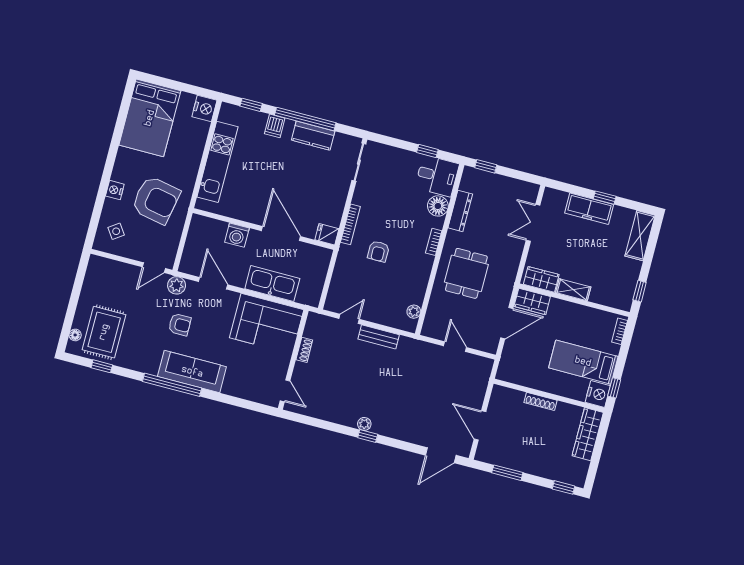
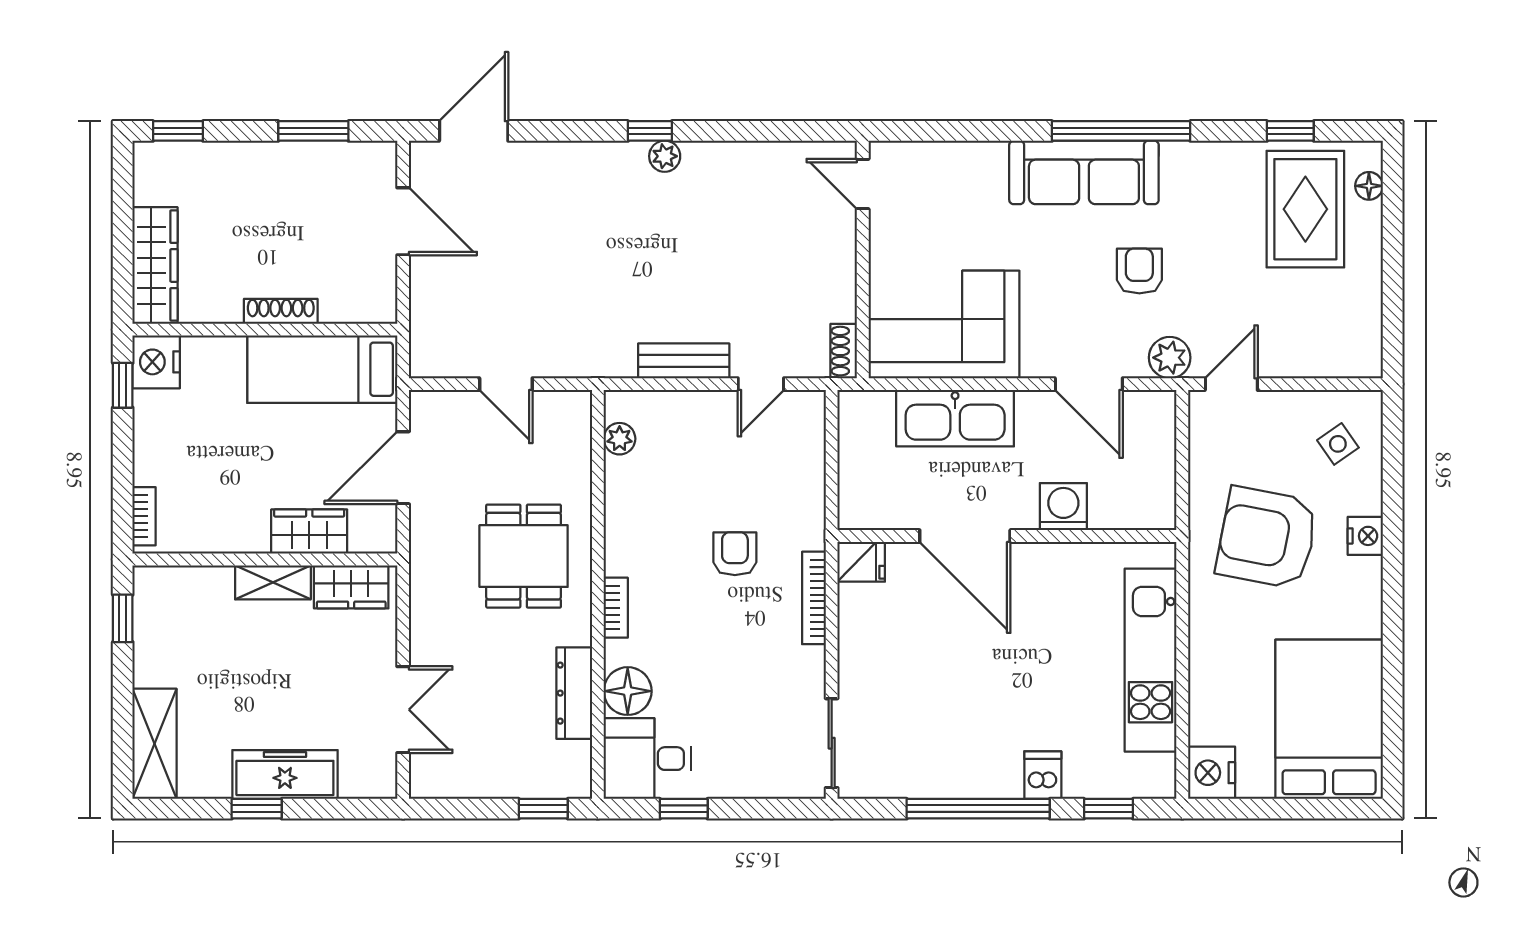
kitchen counter: (313, 136) -> (951, 776), removed
wardrobe: (532, 302) -> (309, 532), moved
armchair: (180, 325) -> (1139, 271), turned 90
shoe rack: (304, 350) -> (844, 351), moved
bed: (583, 362) -> (322, 369), moved, turned 180

